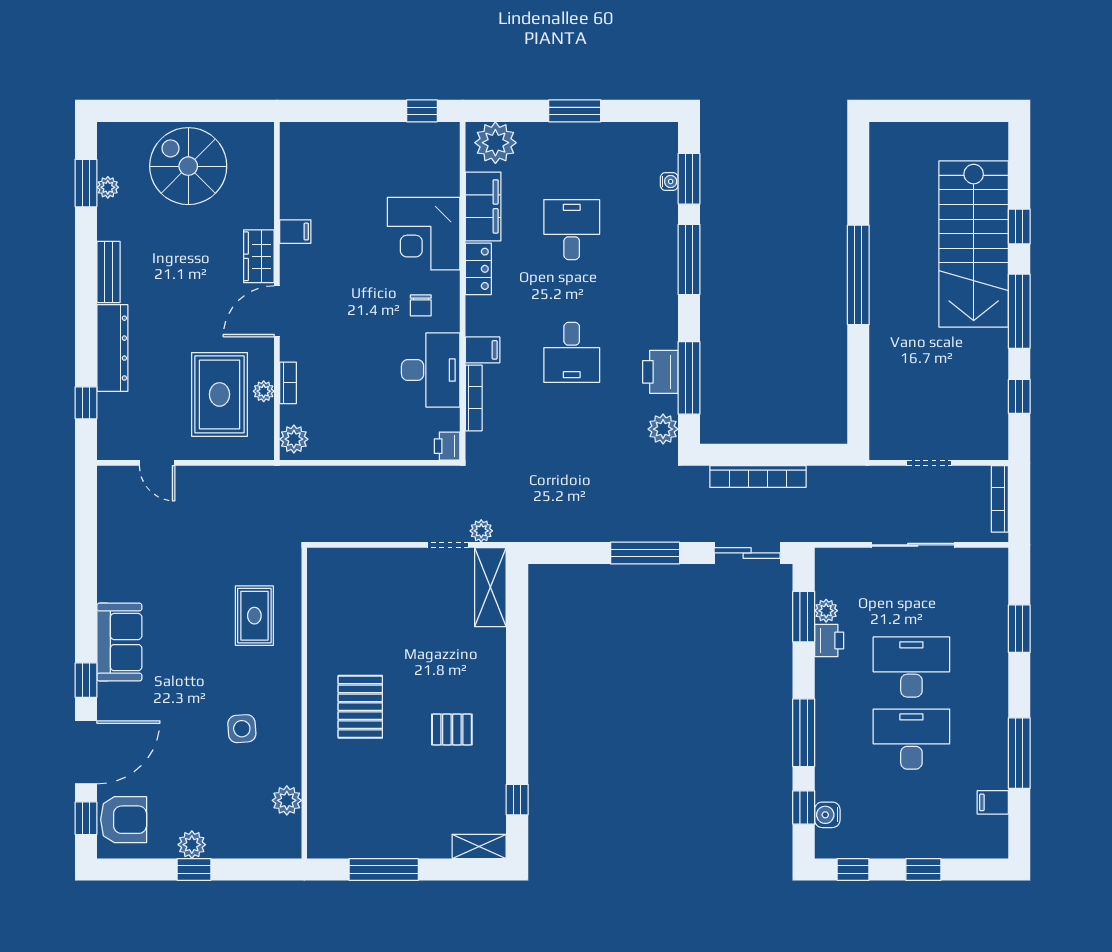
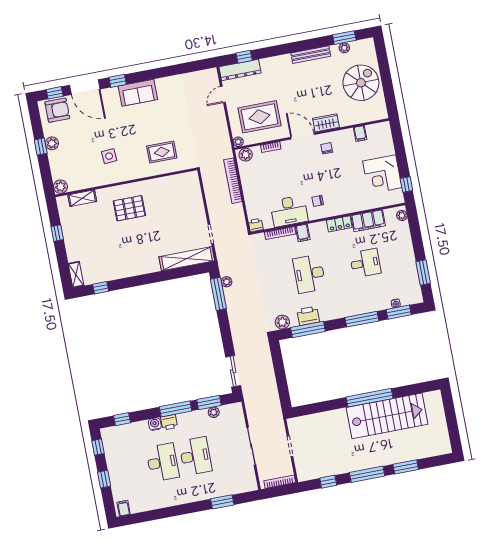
window: (575, 111) -> (423, 273), moved
plant: (495, 143) -> (402, 215), width x0.53, depth x0.53
window: (1019, 226) -> (406, 467), width x1.50
filing cabinet: (295, 232) -> (360, 134), moved
corner desk: (424, 234) -> (382, 174), moved, turned -90
stairs: (974, 244) -> (387, 416), moved, turned 180
chair: (313, 265) -> (327, 148), added
bench: (109, 272) -> (311, 55), width x1.36
dresser: (112, 348) -> (240, 70), moved
desk: (572, 352) -> (309, 274), width x1.37
plant: (264, 391) -> (238, 142), moved
bookcase: (758, 477) -> (233, 181), moved
plant: (481, 531) -> (227, 282), moved
window: (645, 553) -> (218, 294), moved
shelving: (490, 587) -> (187, 259), width x1.47
printer: (829, 640) -> (169, 422), moved
pallet: (452, 729) -> (127, 252), removed
window: (804, 733) -> (176, 409), moved
window: (1019, 753) -> (166, 513), removed
plant: (287, 800) -> (60, 187), moved
filing cabinet: (993, 802) -> (124, 508), moved
shelving: (320, 803) -> (82, 198), added
water cooler: (827, 815) -> (155, 424), moved
armchair: (124, 820) -> (57, 110), turned -90
window: (384, 870) -> (57, 233), width x0.46

